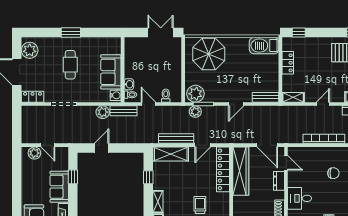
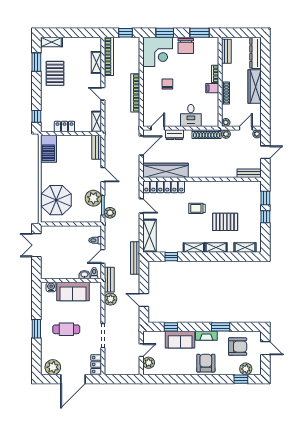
plant: (195, 94) -> (93, 198), moved
water cooler: (116, 95) -> (51, 287), moved
bench: (176, 139) -> (135, 258), moved

